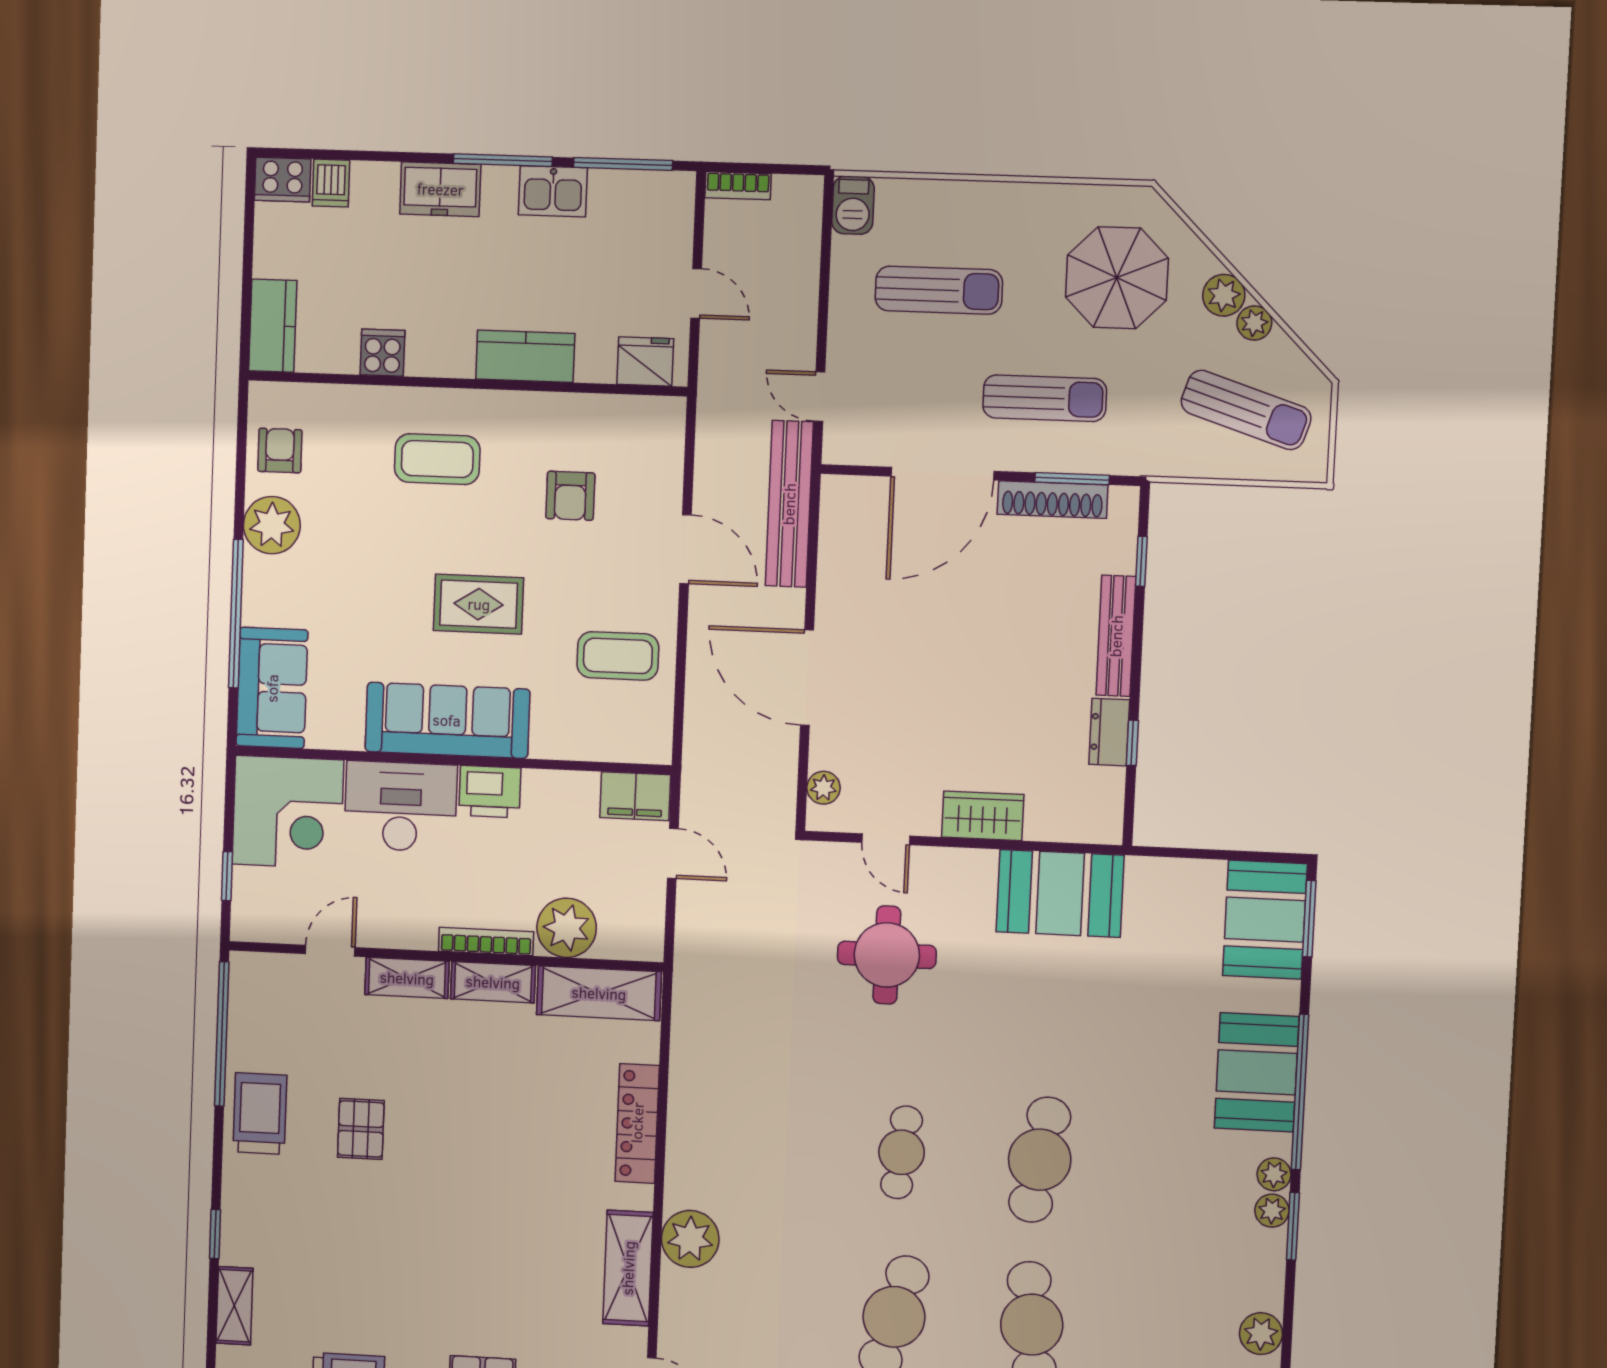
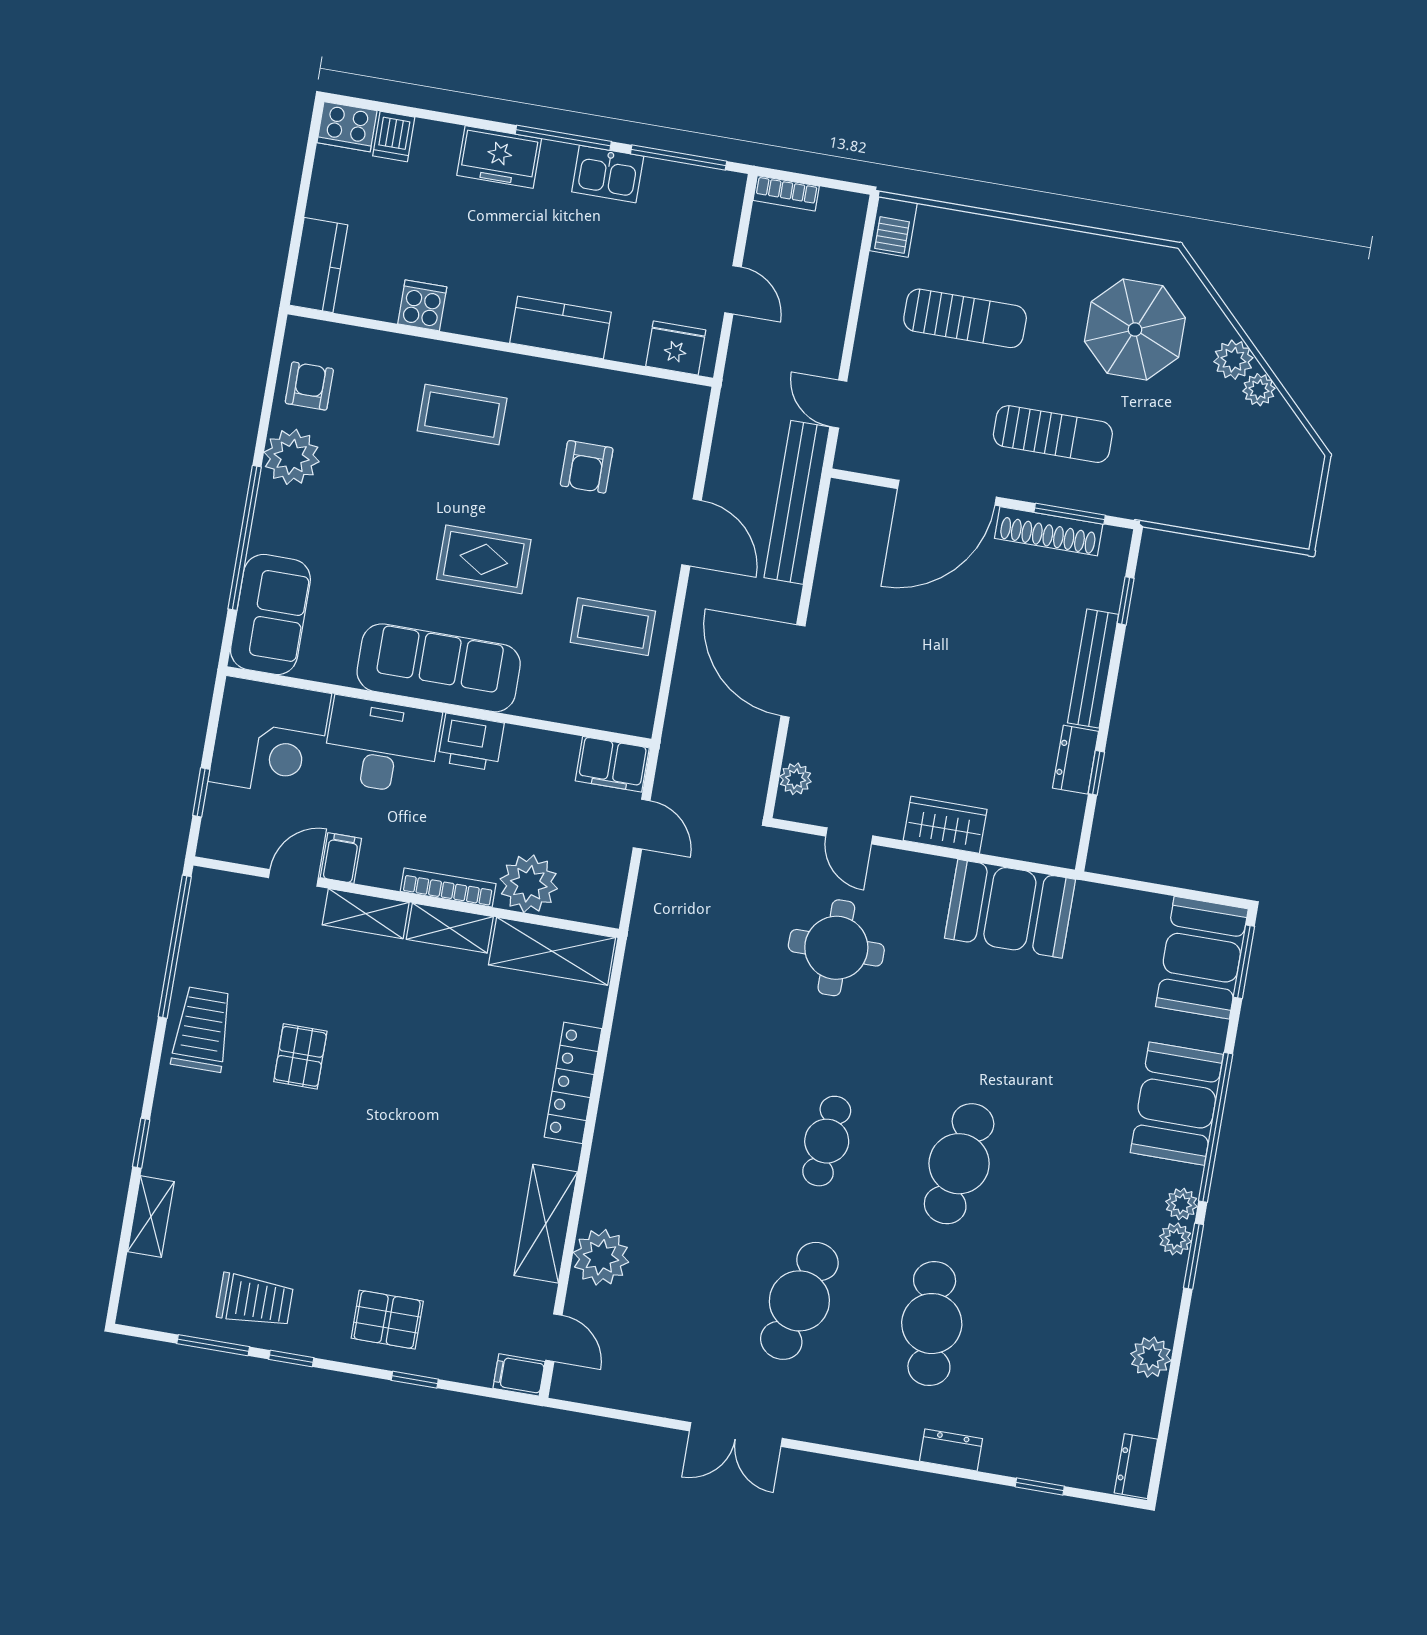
sun lounger: (1246, 410) -> (1241, 470), removed
filing cabinet: (375, 925) -> (341, 858), added
plant: (690, 1239) -> (601, 1257), moved

